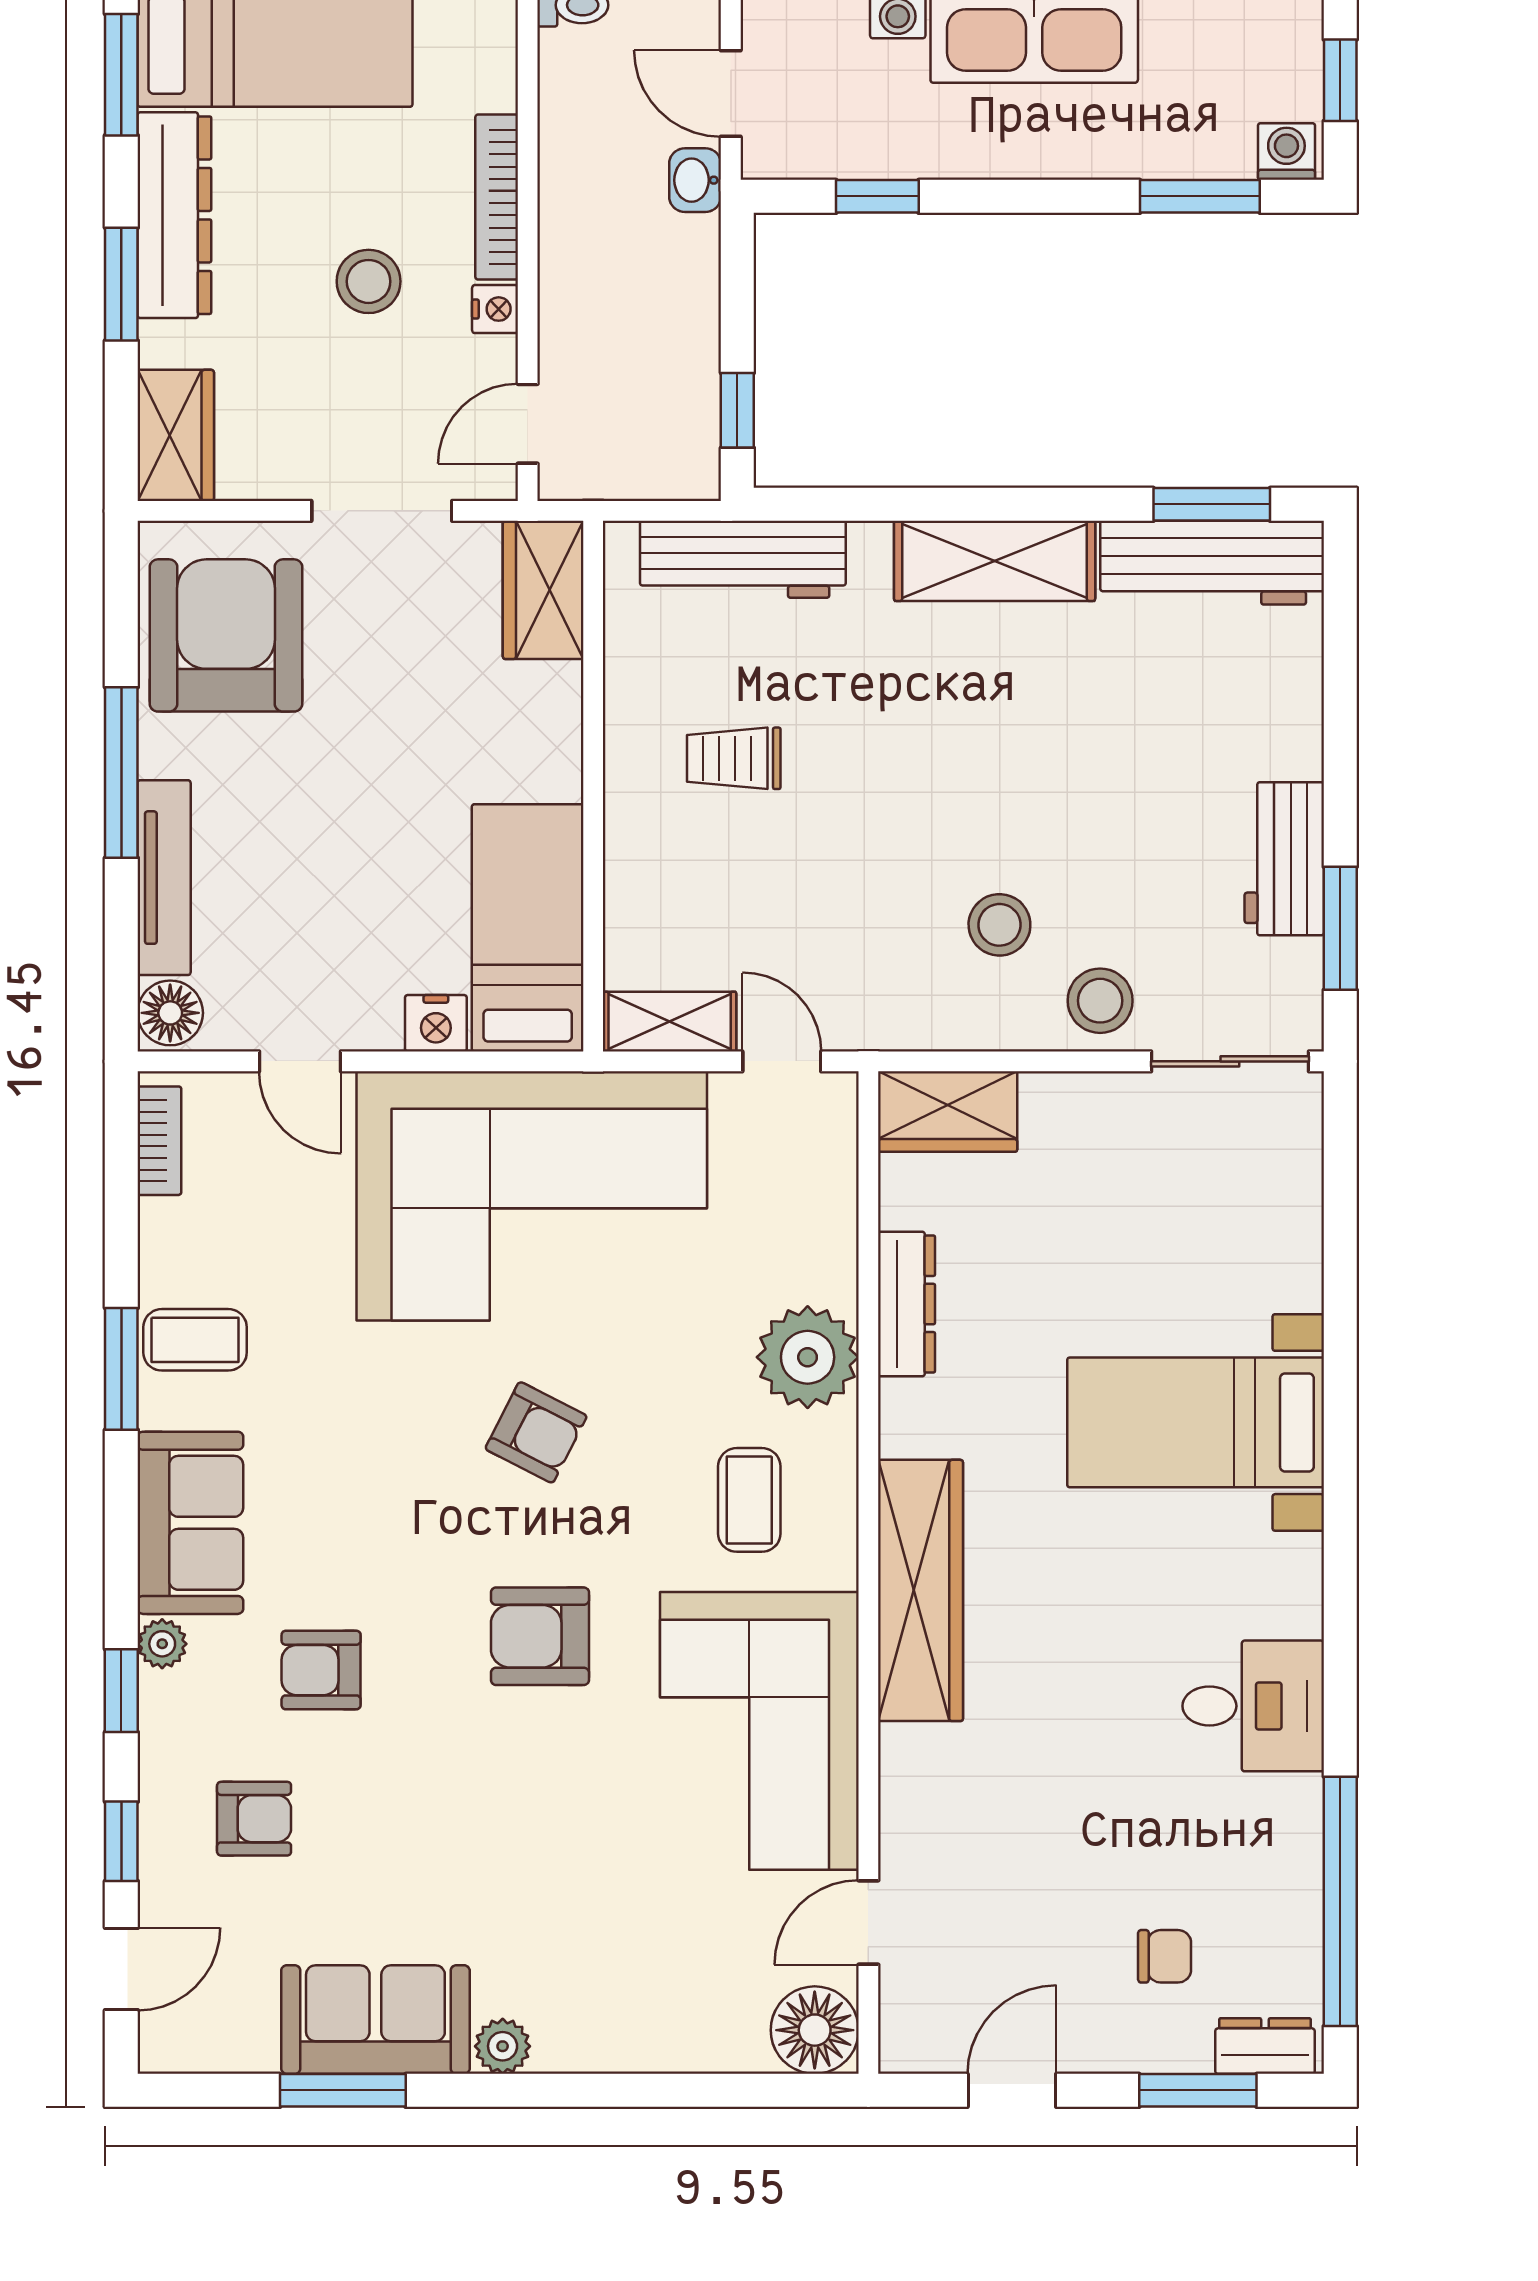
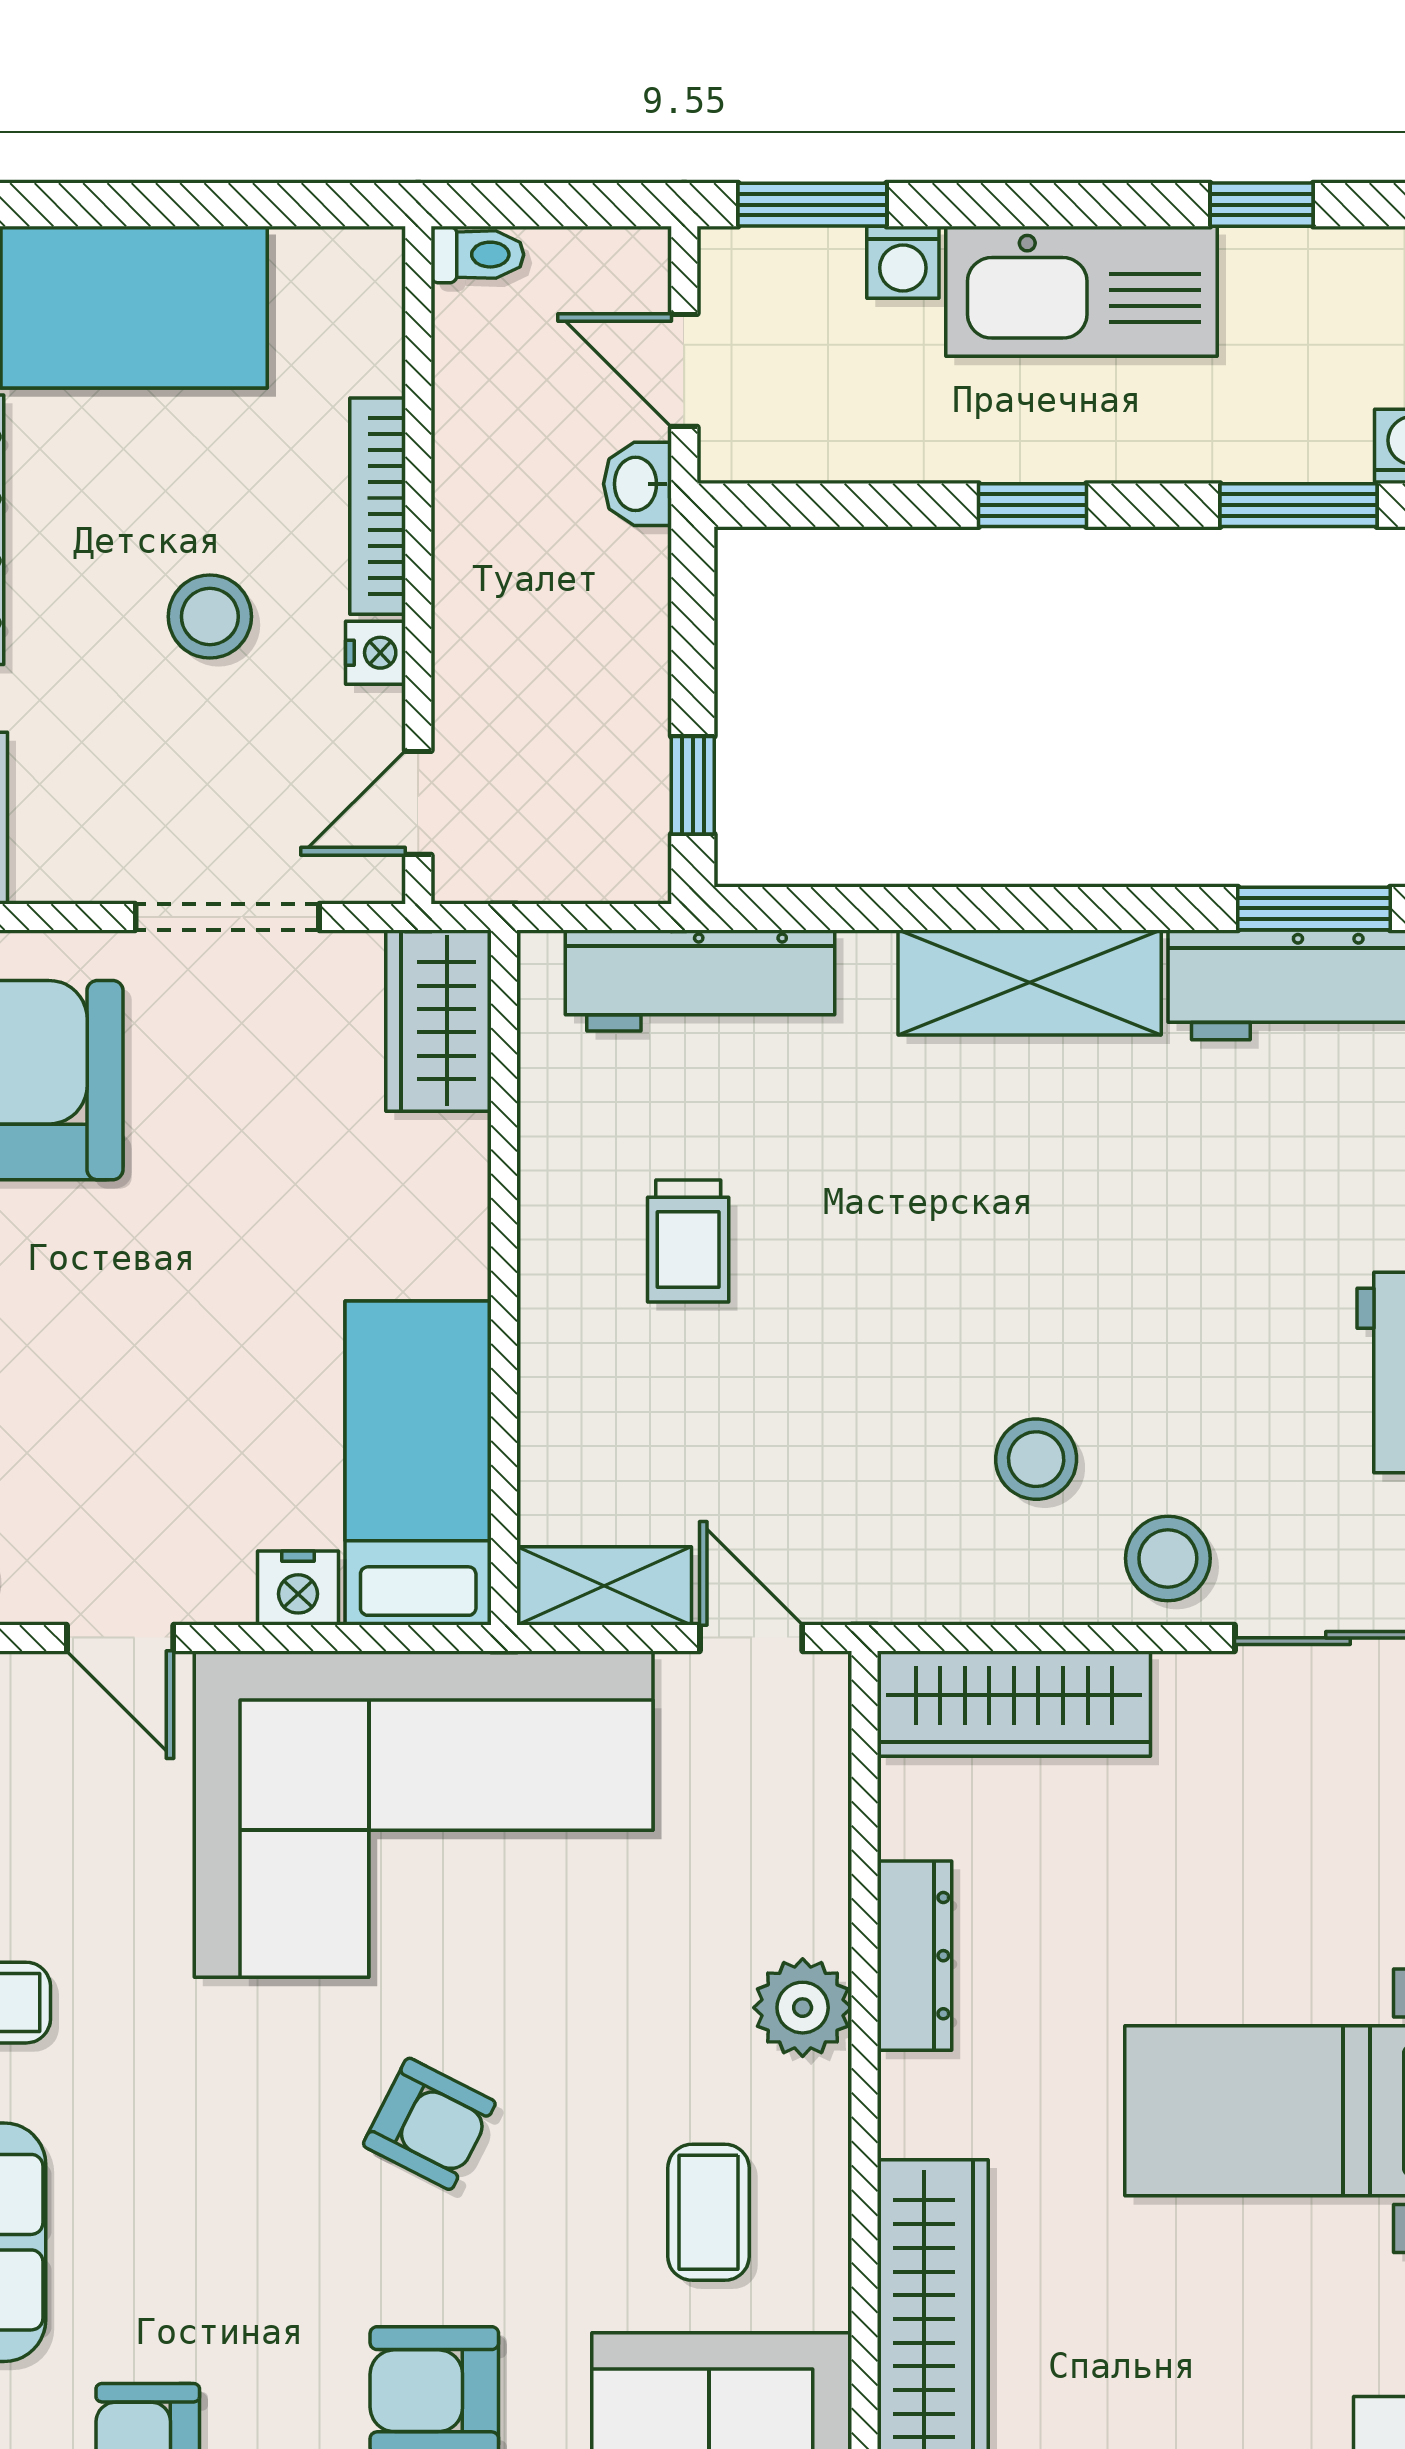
window: (877, 196) -> (1032, 505), moved
trolley: (734, 758) -> (688, 1241), turned -90
wardrobe: (948, 1112) -> (1014, 1704), width x1.50
plant: (808, 1357) -> (803, 2008), width x0.73, depth x0.73

